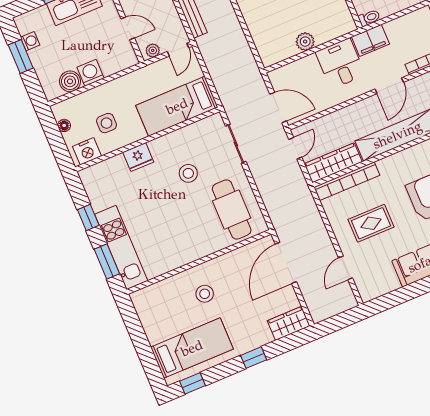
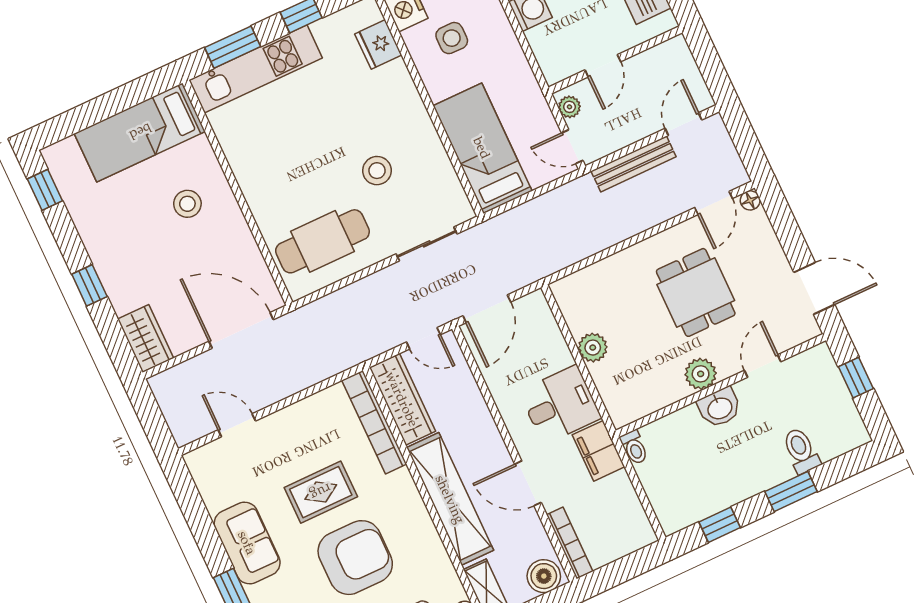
fridge: (138, 157) -> (378, 44), moved
rug: (371, 223) -> (321, 492), moved, turned 90
bed: (192, 348) -> (140, 132), moved, turned 90

